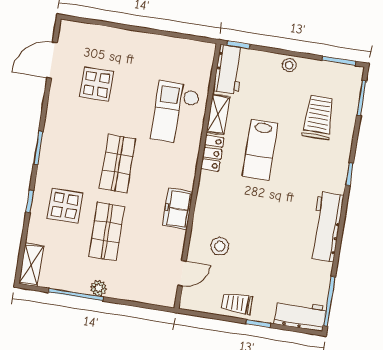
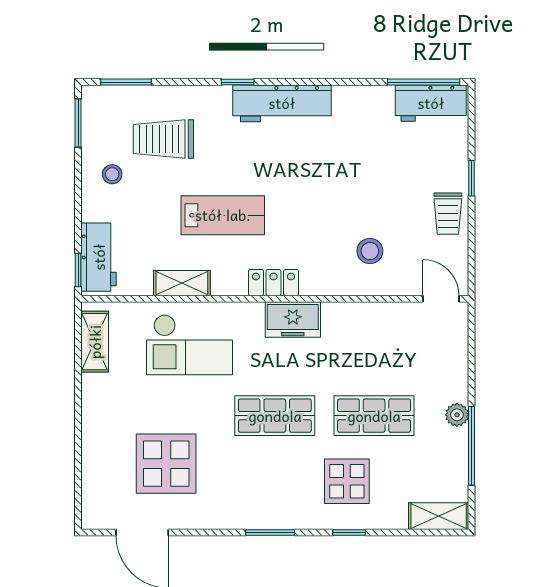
shelving: (188, 48) -> (95, 342), added
stool: (289, 65) -> (112, 174), moved
workbench: (229, 69) -> (99, 257), moved, turned 90
display table: (97, 84) -> (166, 464), width x1.36, depth x1.36
locker: (212, 153) -> (273, 283), moved
freezer: (178, 209) -> (293, 319), moved
workbench: (326, 227) -> (282, 103), moved
door: (182, 273) -> (441, 299), moved
workbench: (300, 315) -> (431, 103), moved, turned -90

